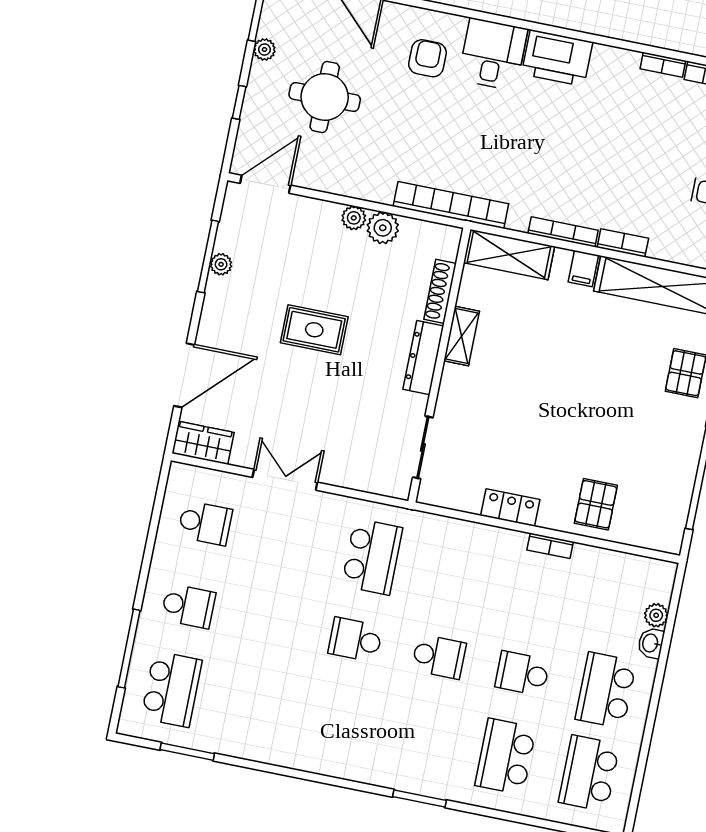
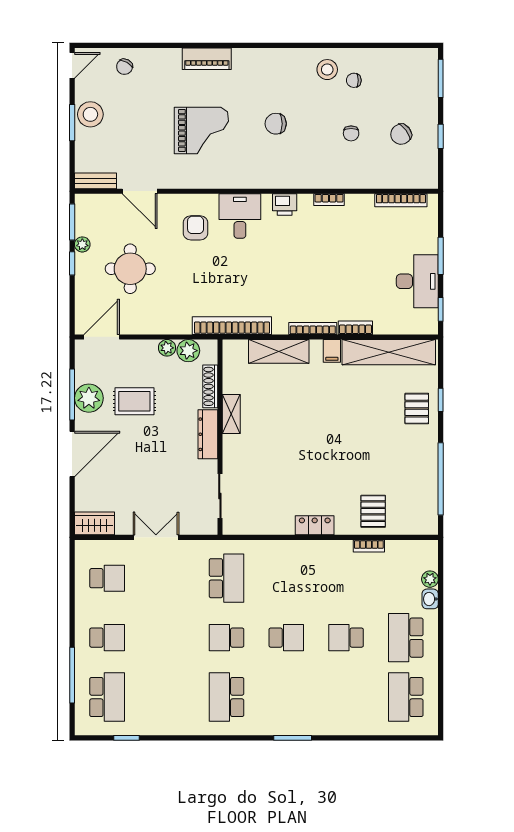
printer: (557, 58) -> (285, 204), width x0.53, depth x0.68
bookcase: (663, 65) -> (329, 200), moved
window: (239, 102) -> (72, 263), moved
plant: (221, 264) -> (89, 398), width x1.87, depth x1.87
shoe rack: (440, 291) -> (210, 386), moved
rug: (314, 330) -> (134, 401), moved
shelving: (462, 336) -> (231, 414), moved
dresser: (423, 358) -> (208, 434), moved
wall: (439, 365) -> (220, 437), moved
door: (184, 375) -> (72, 454), moved
sliding door: (423, 447) -> (220, 496), moved
bookcase: (550, 546) -> (369, 546), moved
window: (187, 752) -> (126, 738), width x0.67
school desk: (506, 756) -> (227, 697), moved

